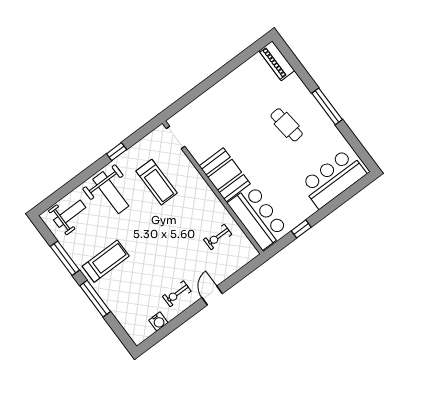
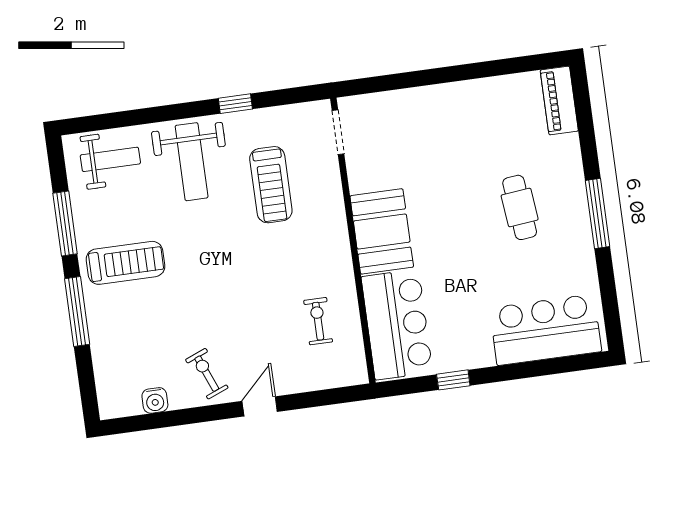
exercise bike: (218, 237) -> (318, 321), turned 90
exercise bike: (177, 294) -> (207, 374), turned 68

